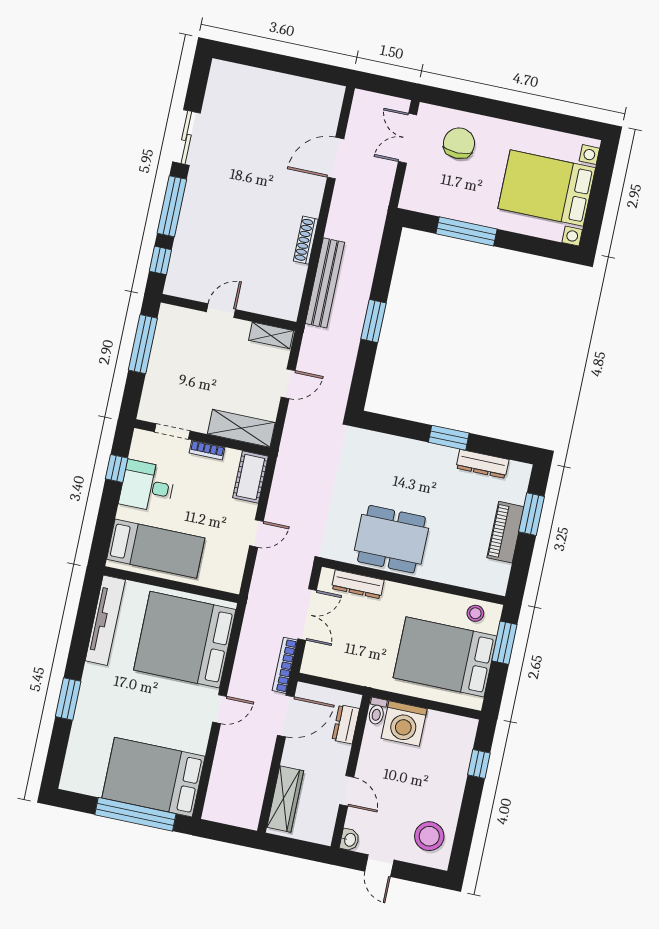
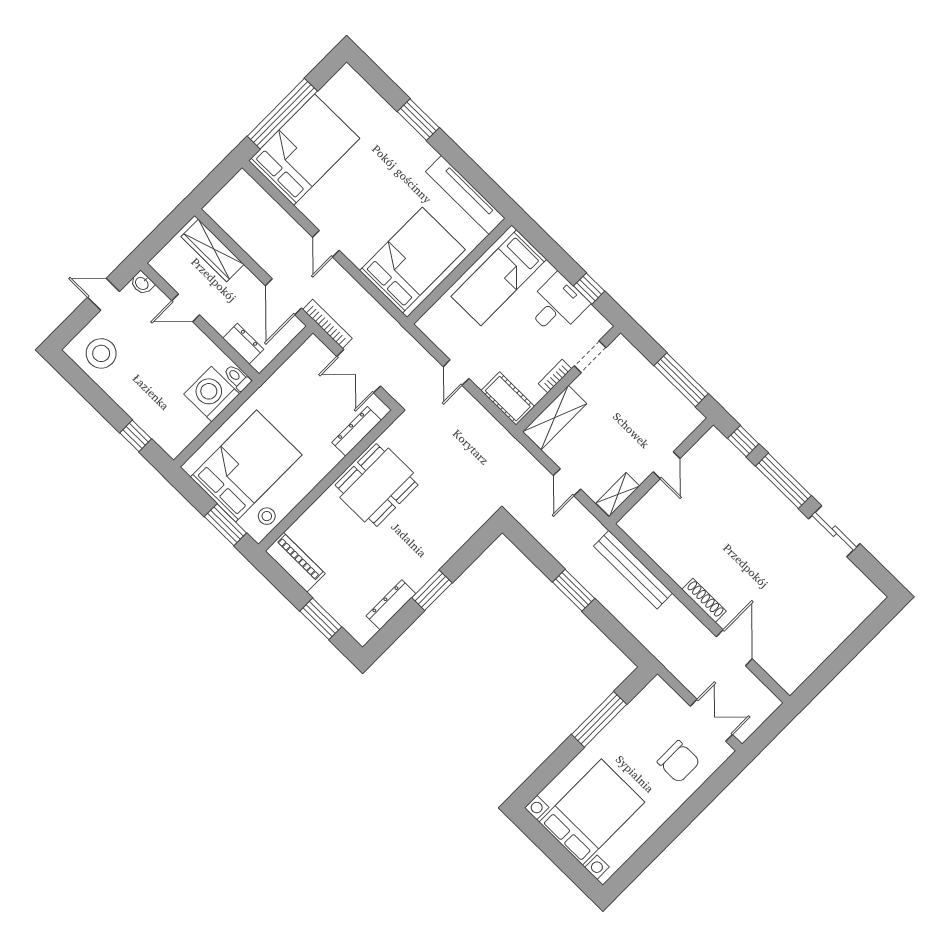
shoe rack: (306, 240) -> (704, 600), moved
piano: (505, 532) -> (295, 562), moved
bed: (185, 640) -> (412, 260), width x0.73

